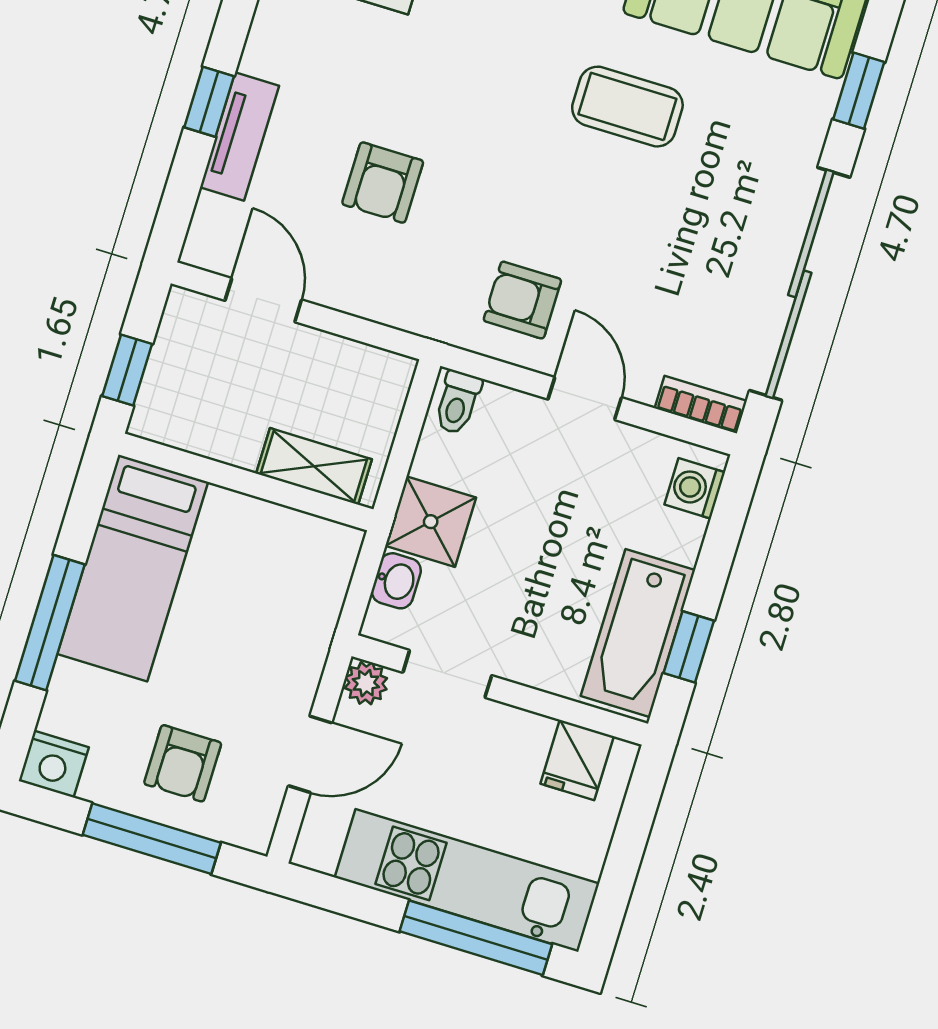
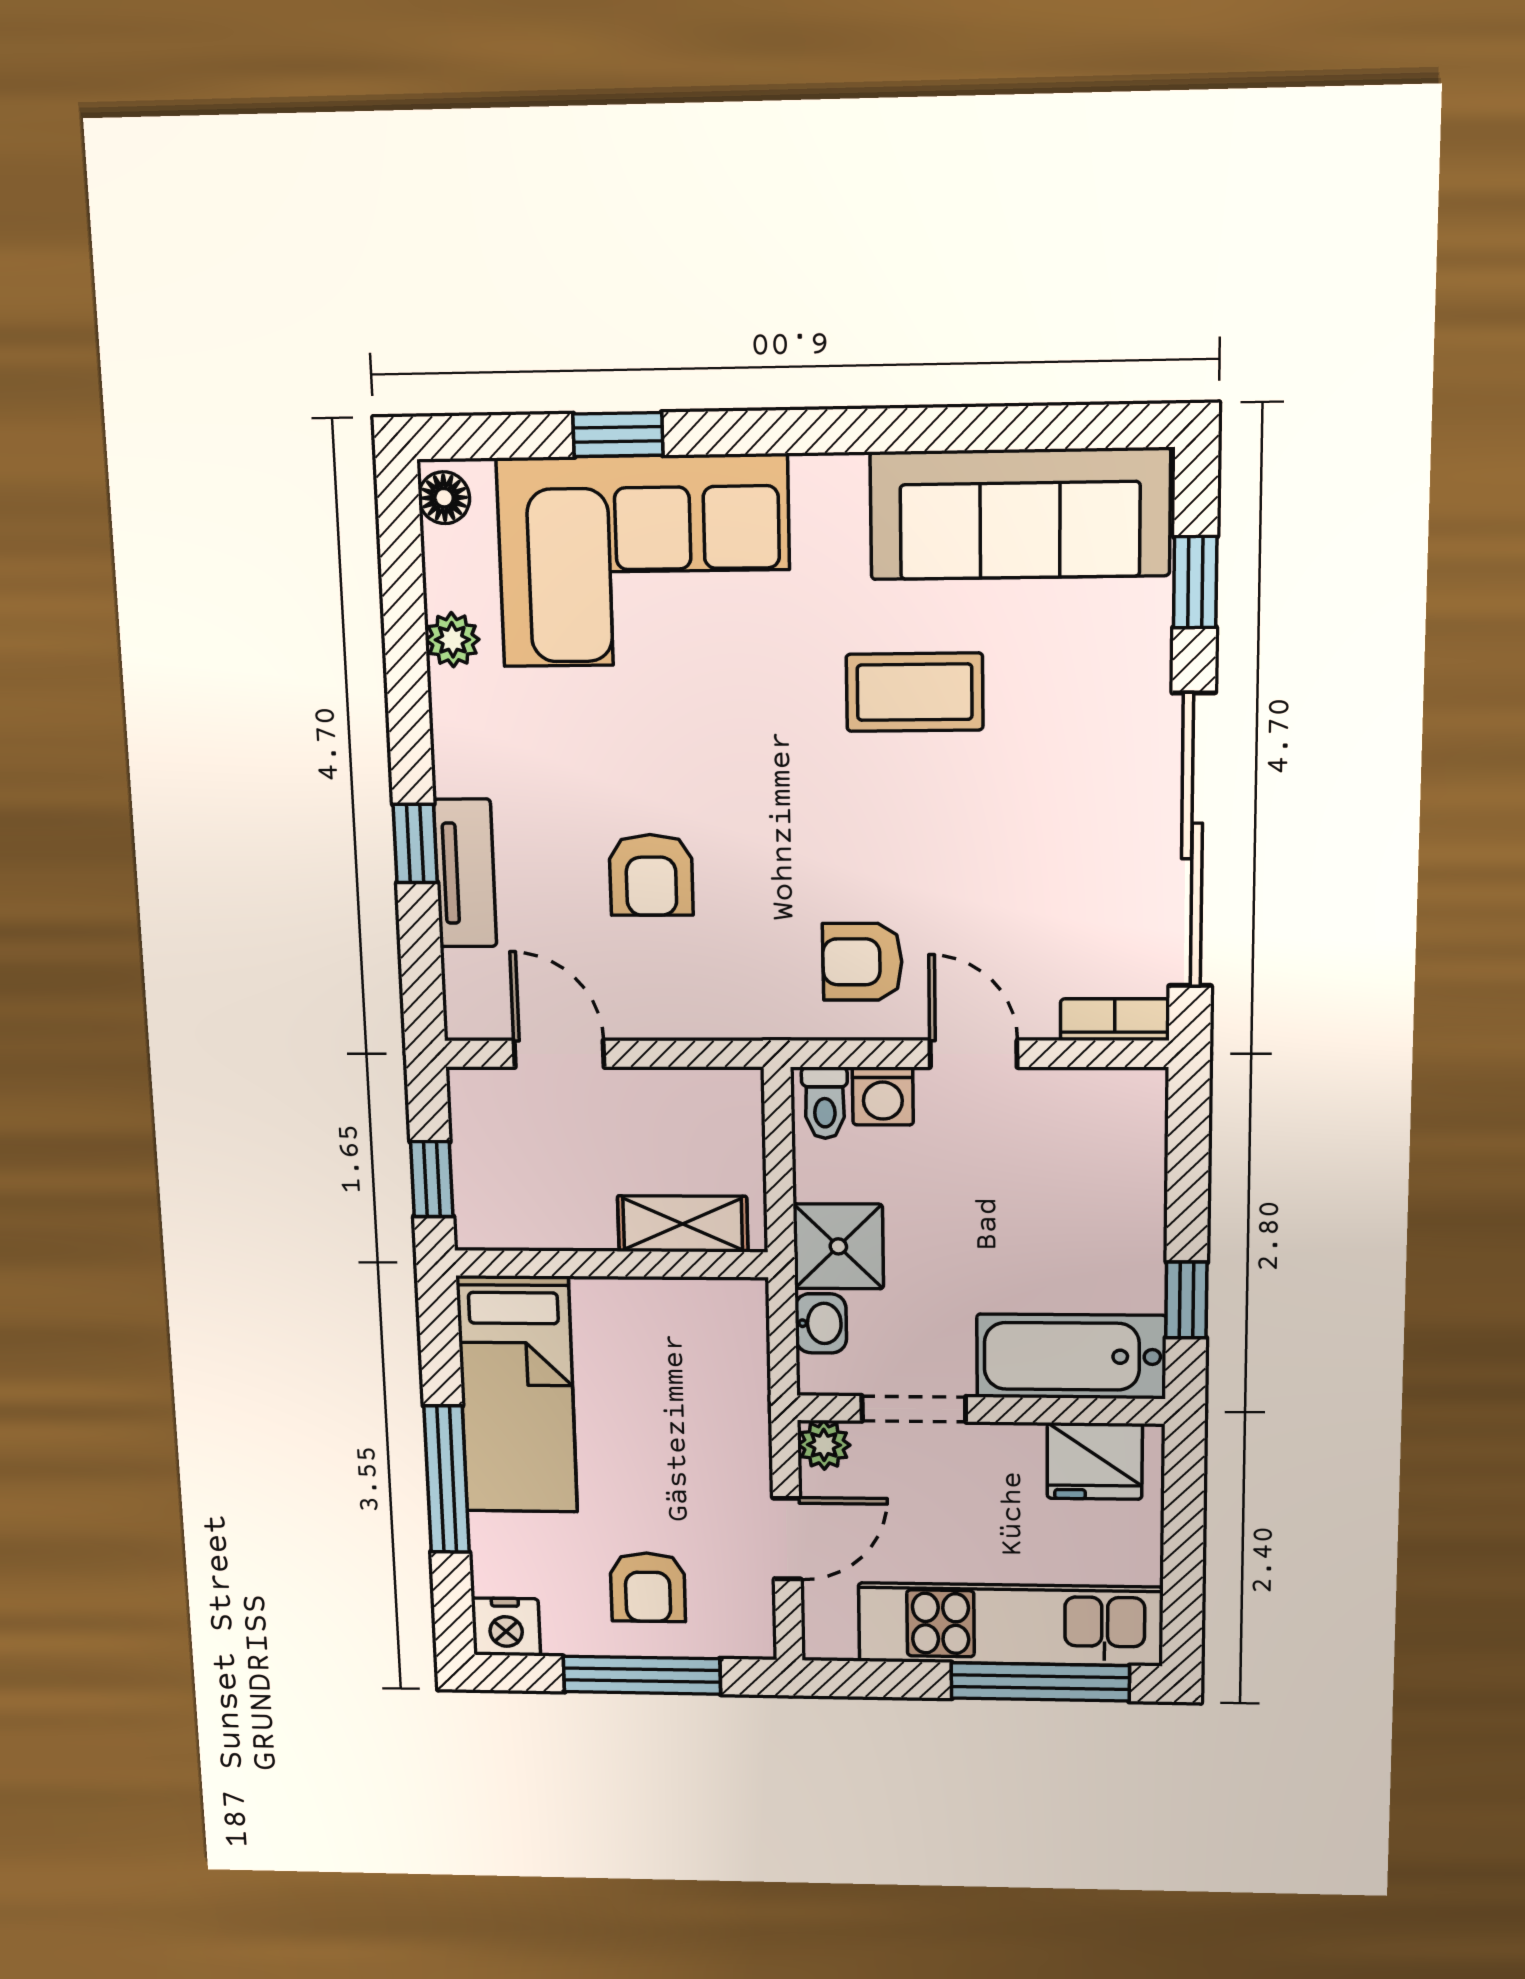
washing machine: (695, 488) -> (883, 1096), moved, turned -90
bathtub: (638, 633) -> (1071, 1356), moved, turned 90
fridge: (577, 760) -> (1095, 1461), width x1.38

